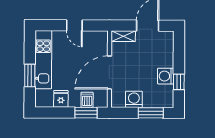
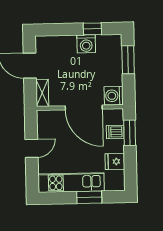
washing machine: (134, 99) -> (114, 96), moved

